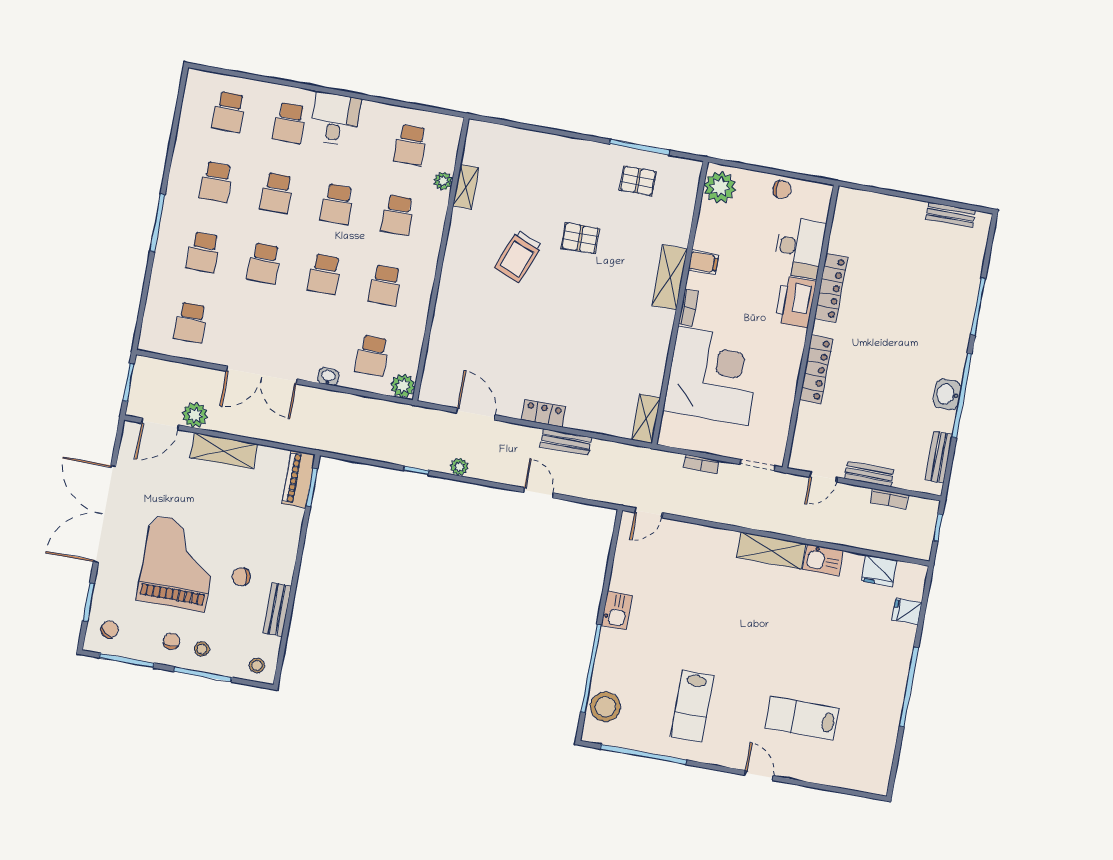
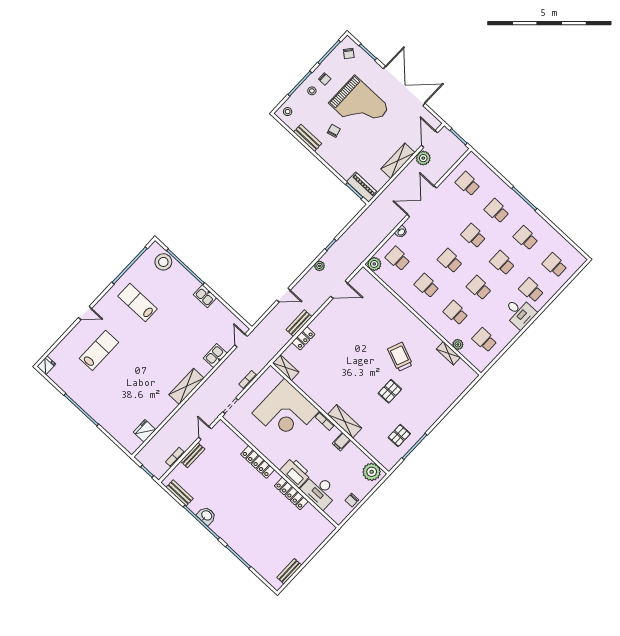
locker: (544, 413) -> (303, 338), moved
kitchen sink: (823, 560) -> (215, 356), moved
fridge: (907, 611) -> (46, 365), moved

